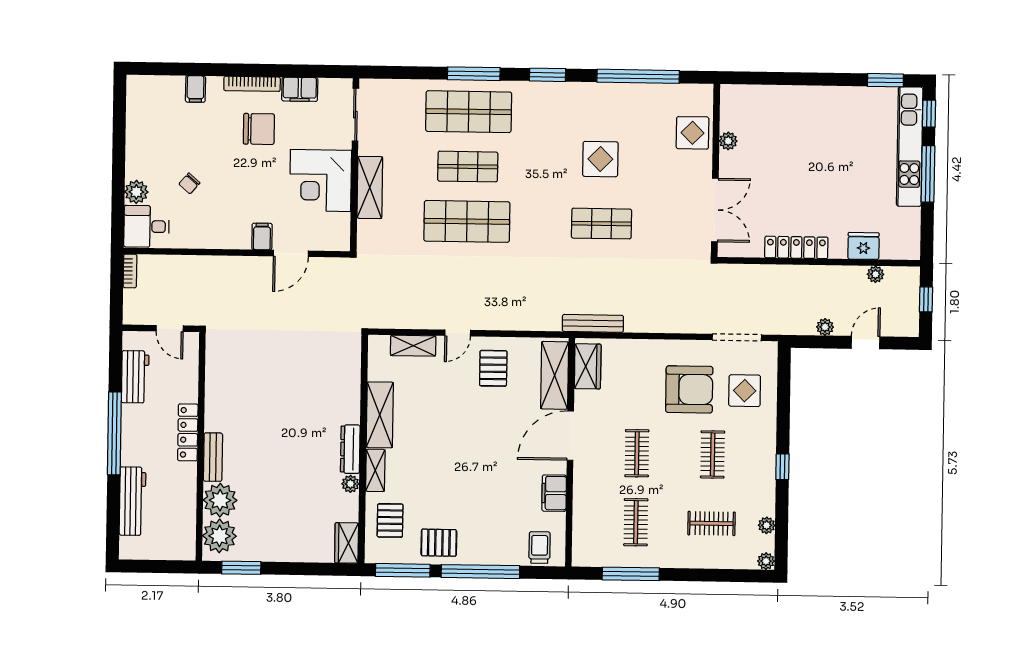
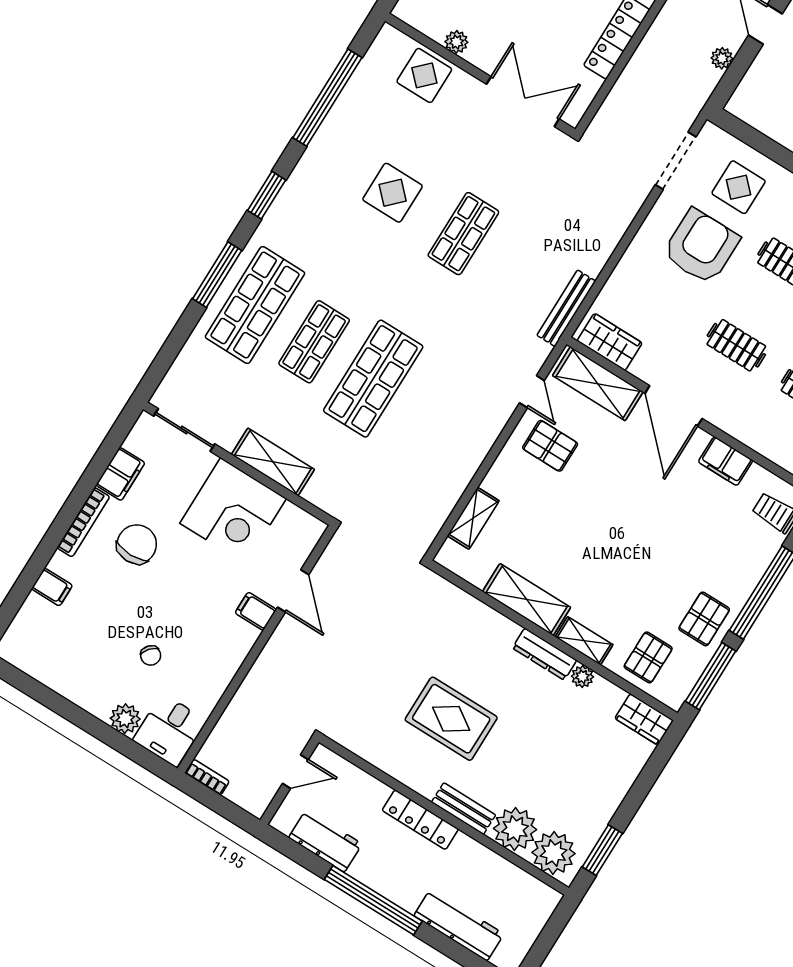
door: (458, 333) -> (532, 392), moved
rug: (269, 412) -> (451, 719), added
pallet: (390, 520) -> (648, 657), turned 90

